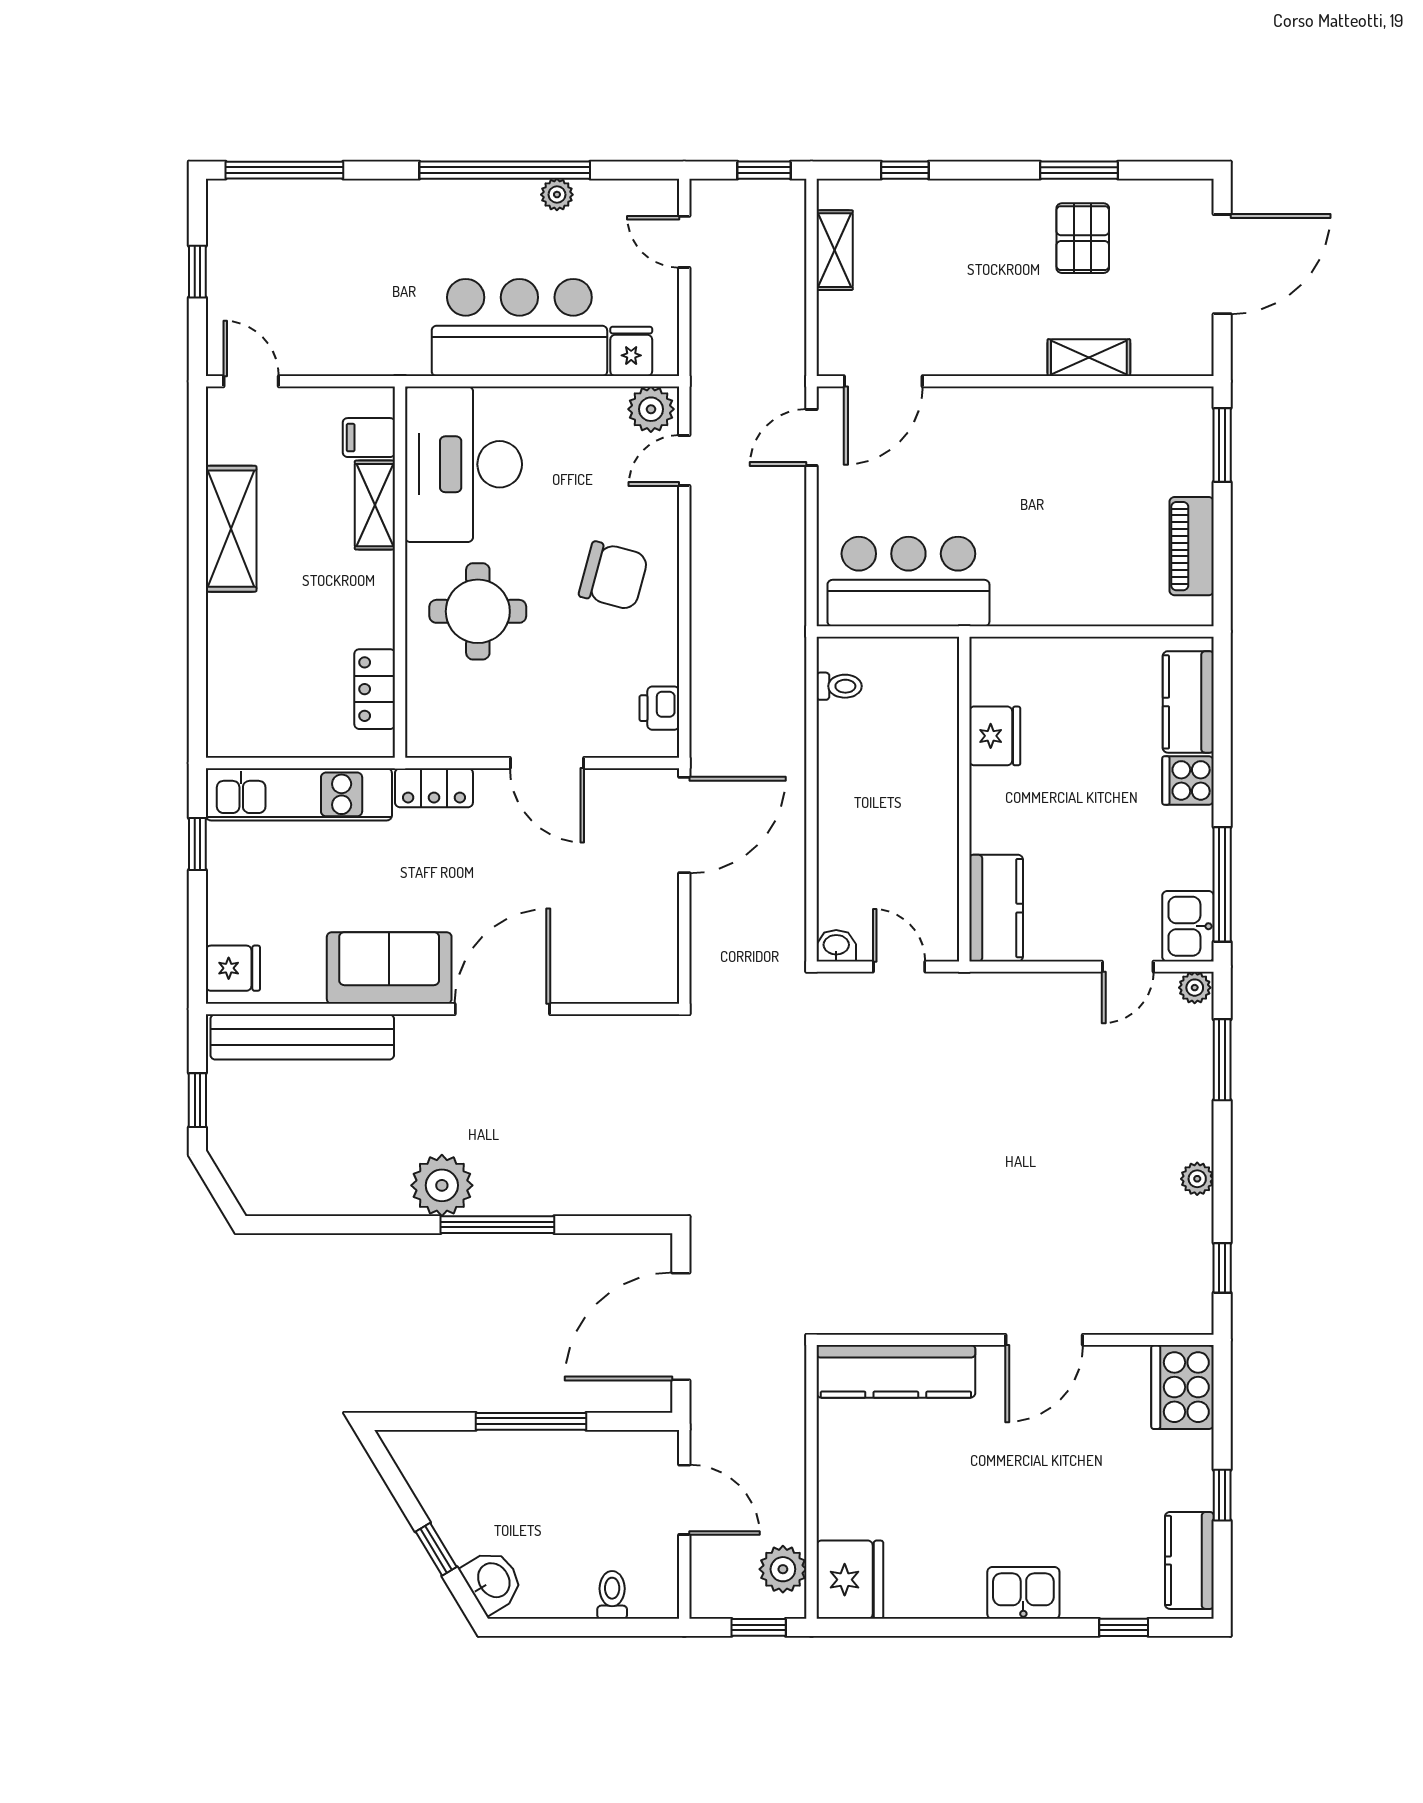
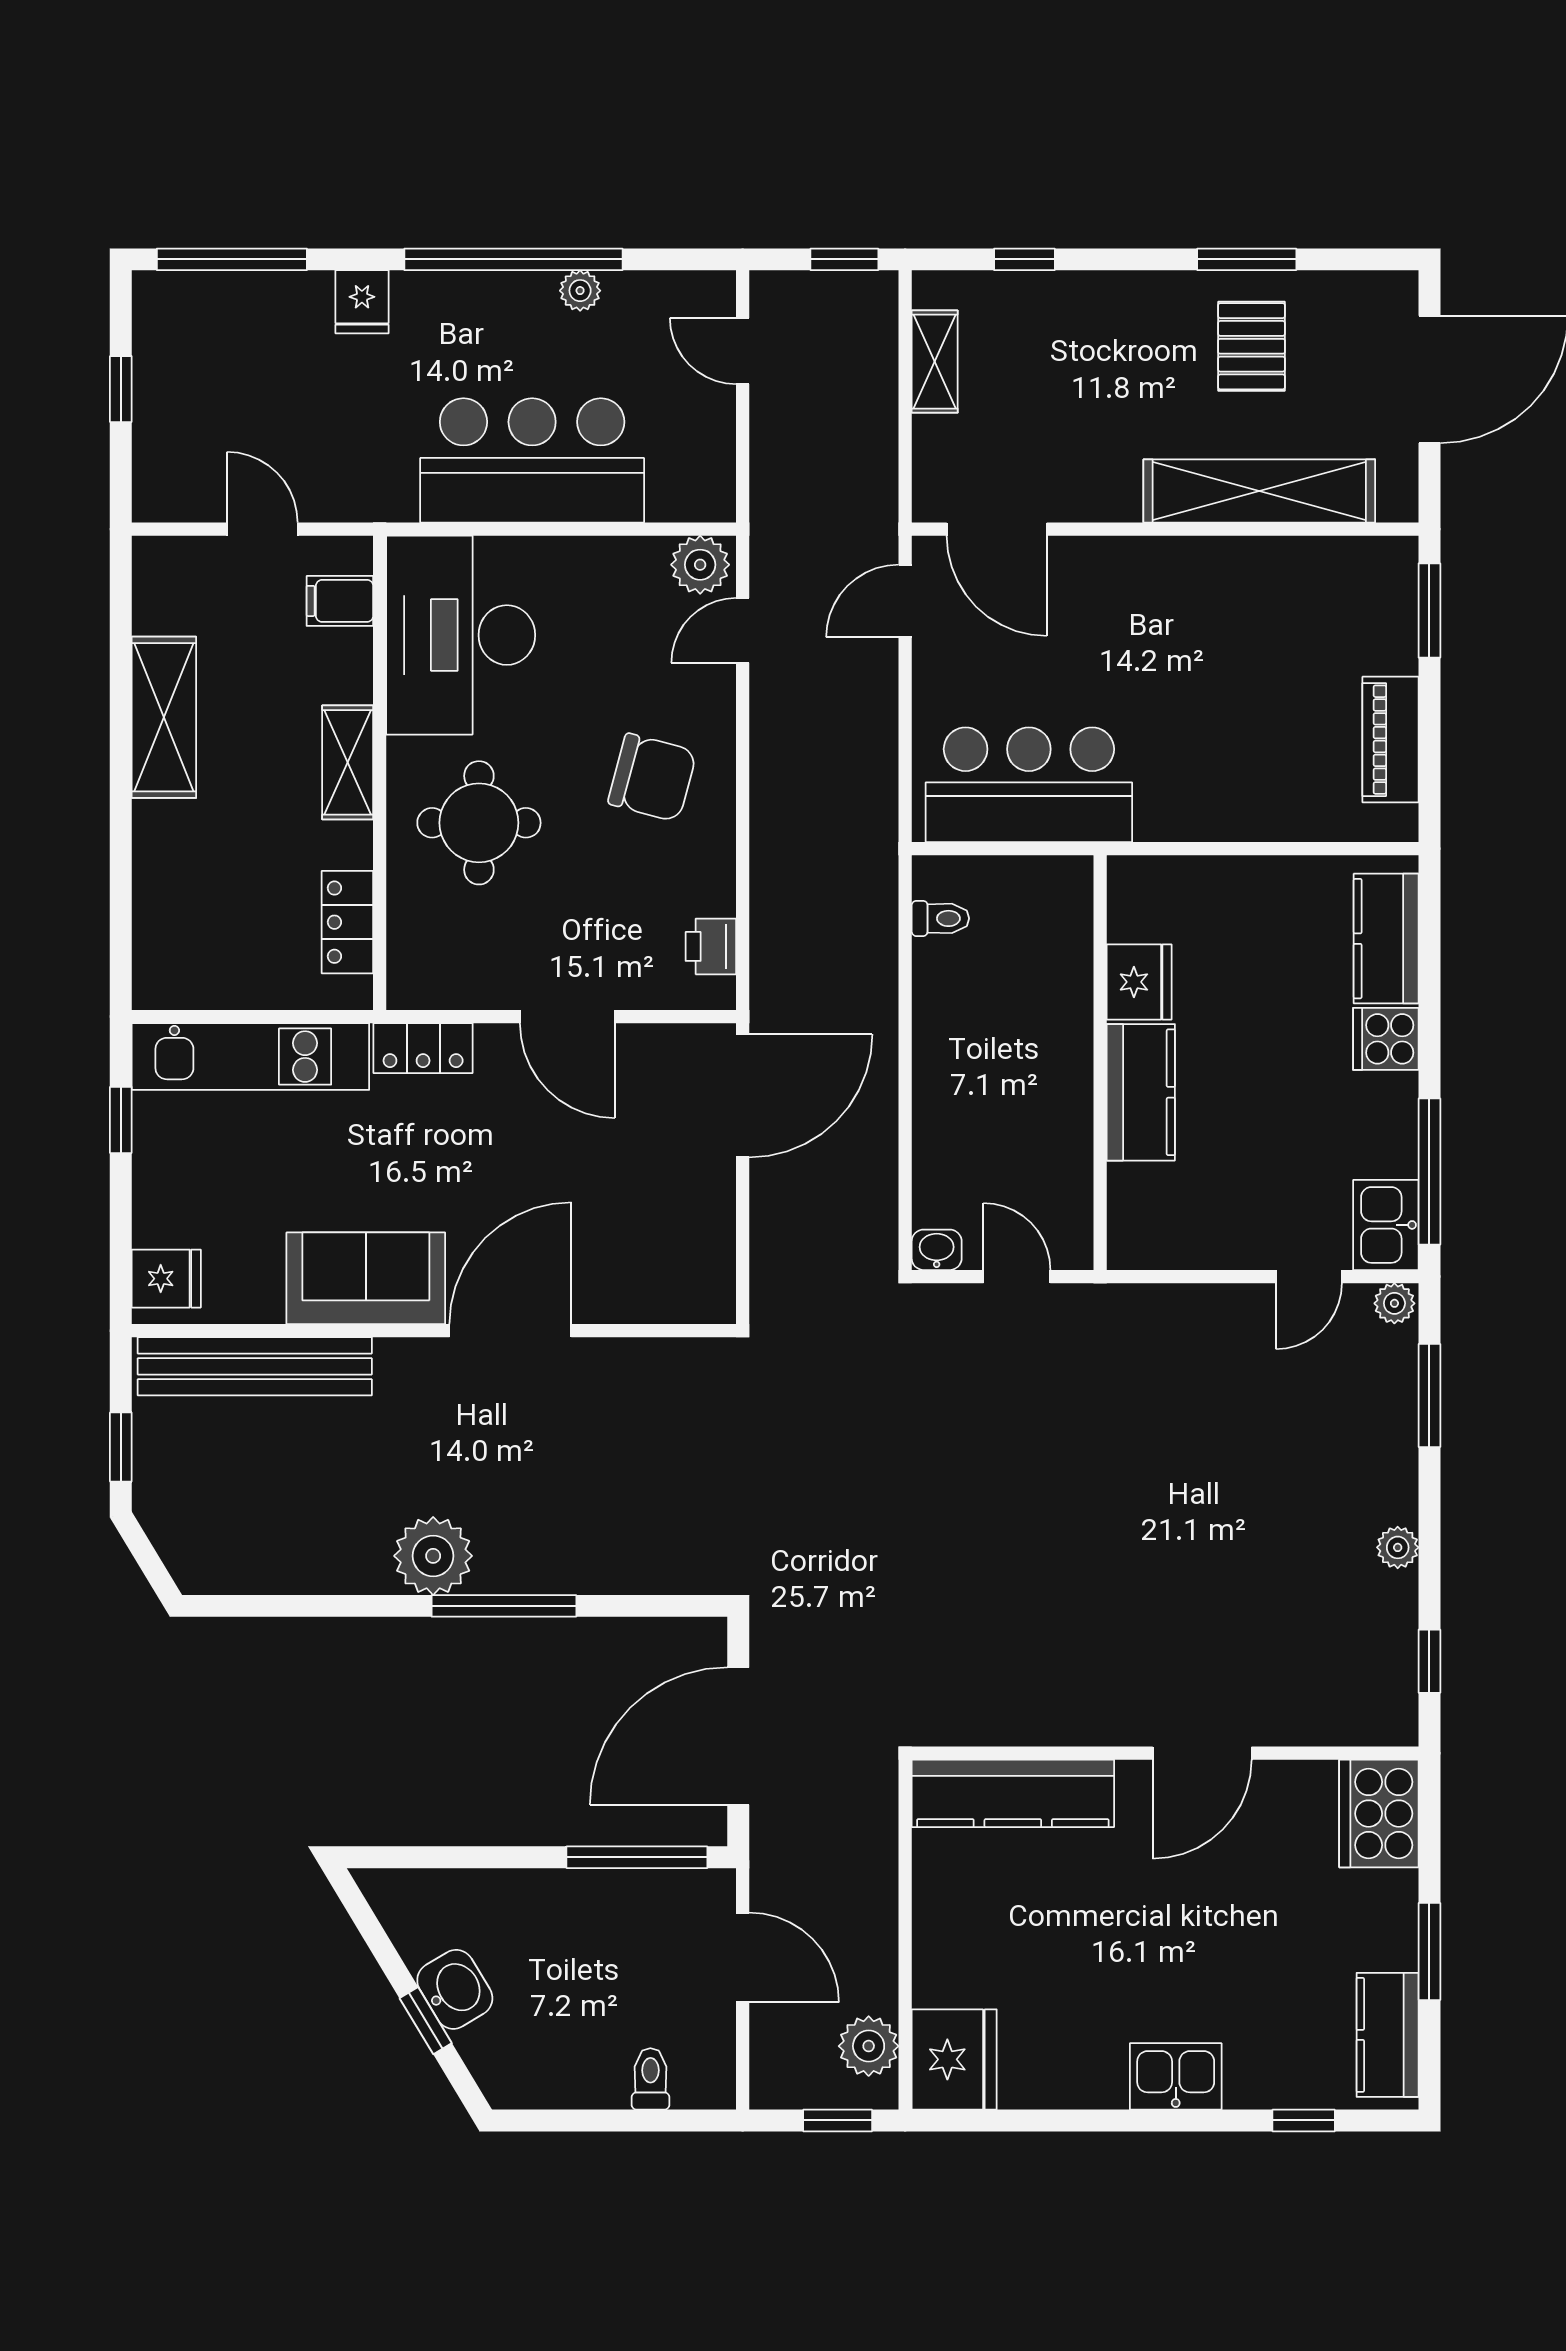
fridge: (631, 351) -> (362, 302), moved, turned 180
shelving: (1089, 358) -> (1259, 491), width x2.20, depth x1.33
door: (251, 381) -> (262, 529), moved
door: (883, 381) -> (997, 529), hinge flipped
shelving: (375, 505) -> (348, 762), moved
kitchen counter: (996, 908) -> (1141, 1092), moved
window: (531, 1421) -> (637, 1857), moved
window: (1222, 1495) -> (1429, 1952), width x1.50
washbasin: (493, 1581) -> (455, 1989), moved

